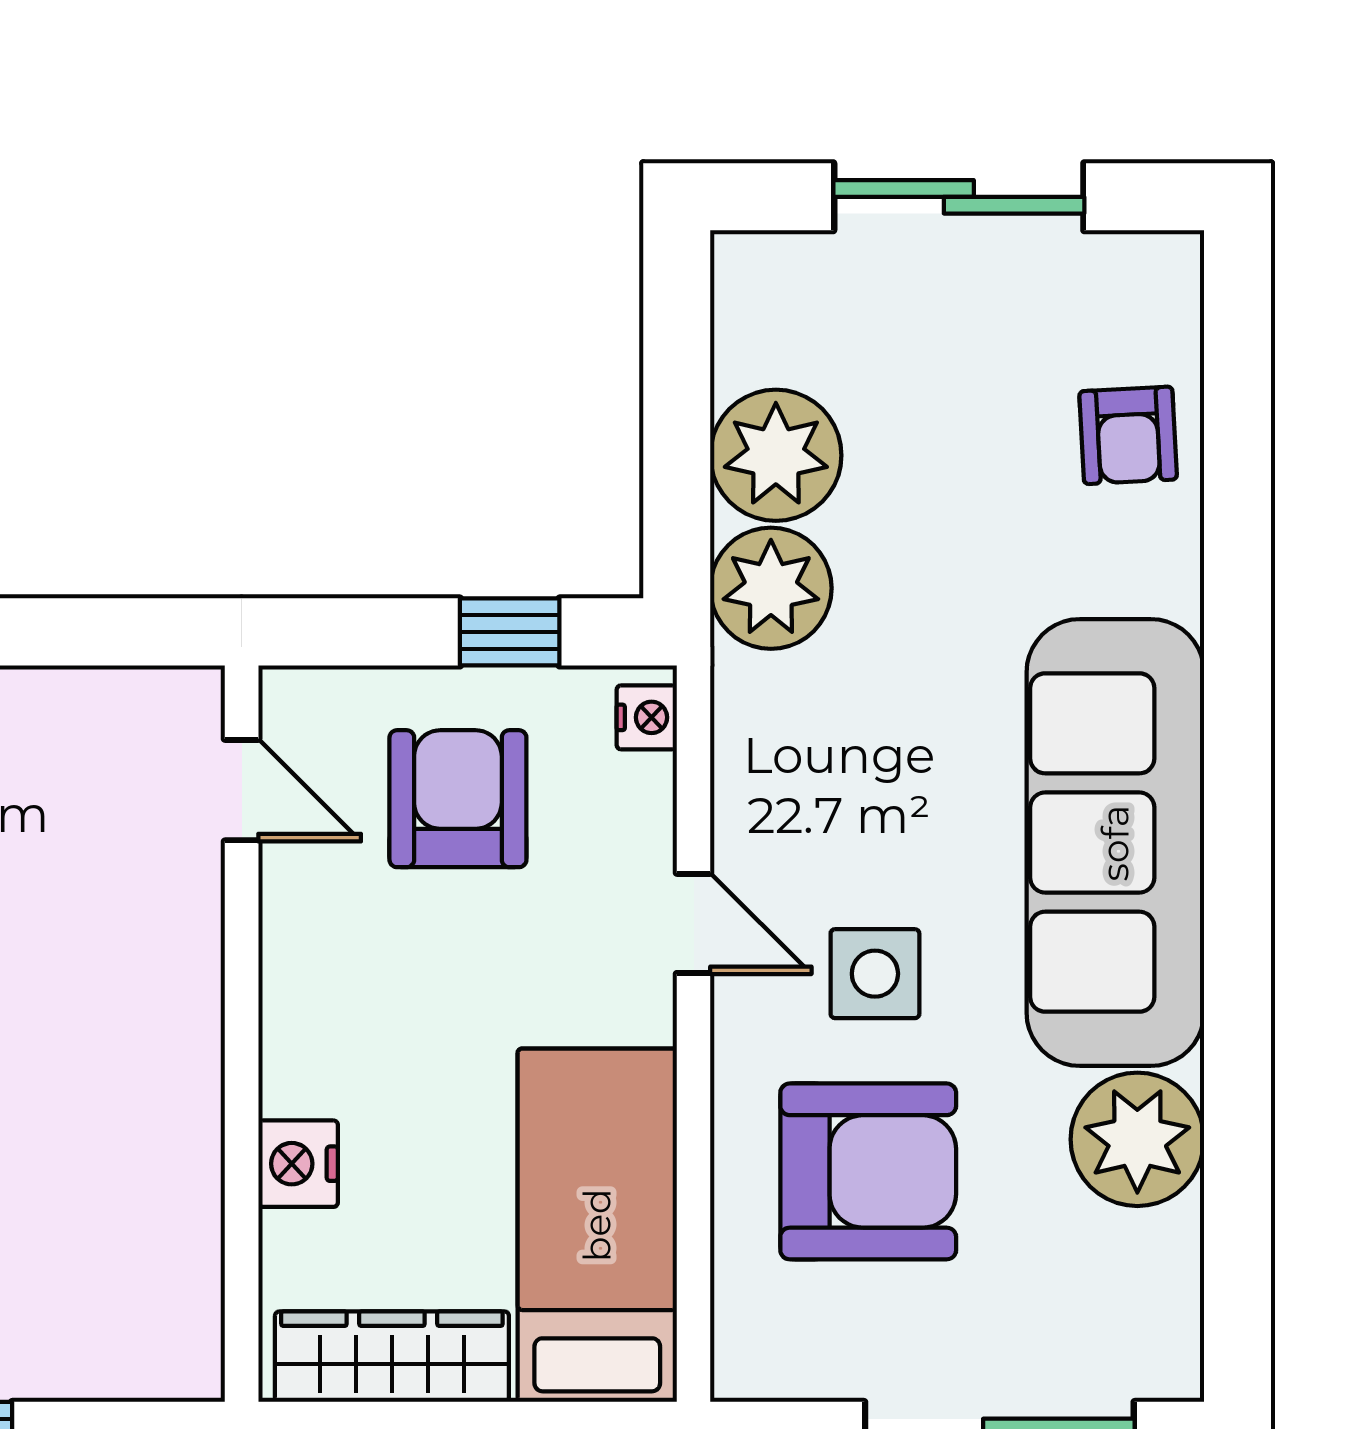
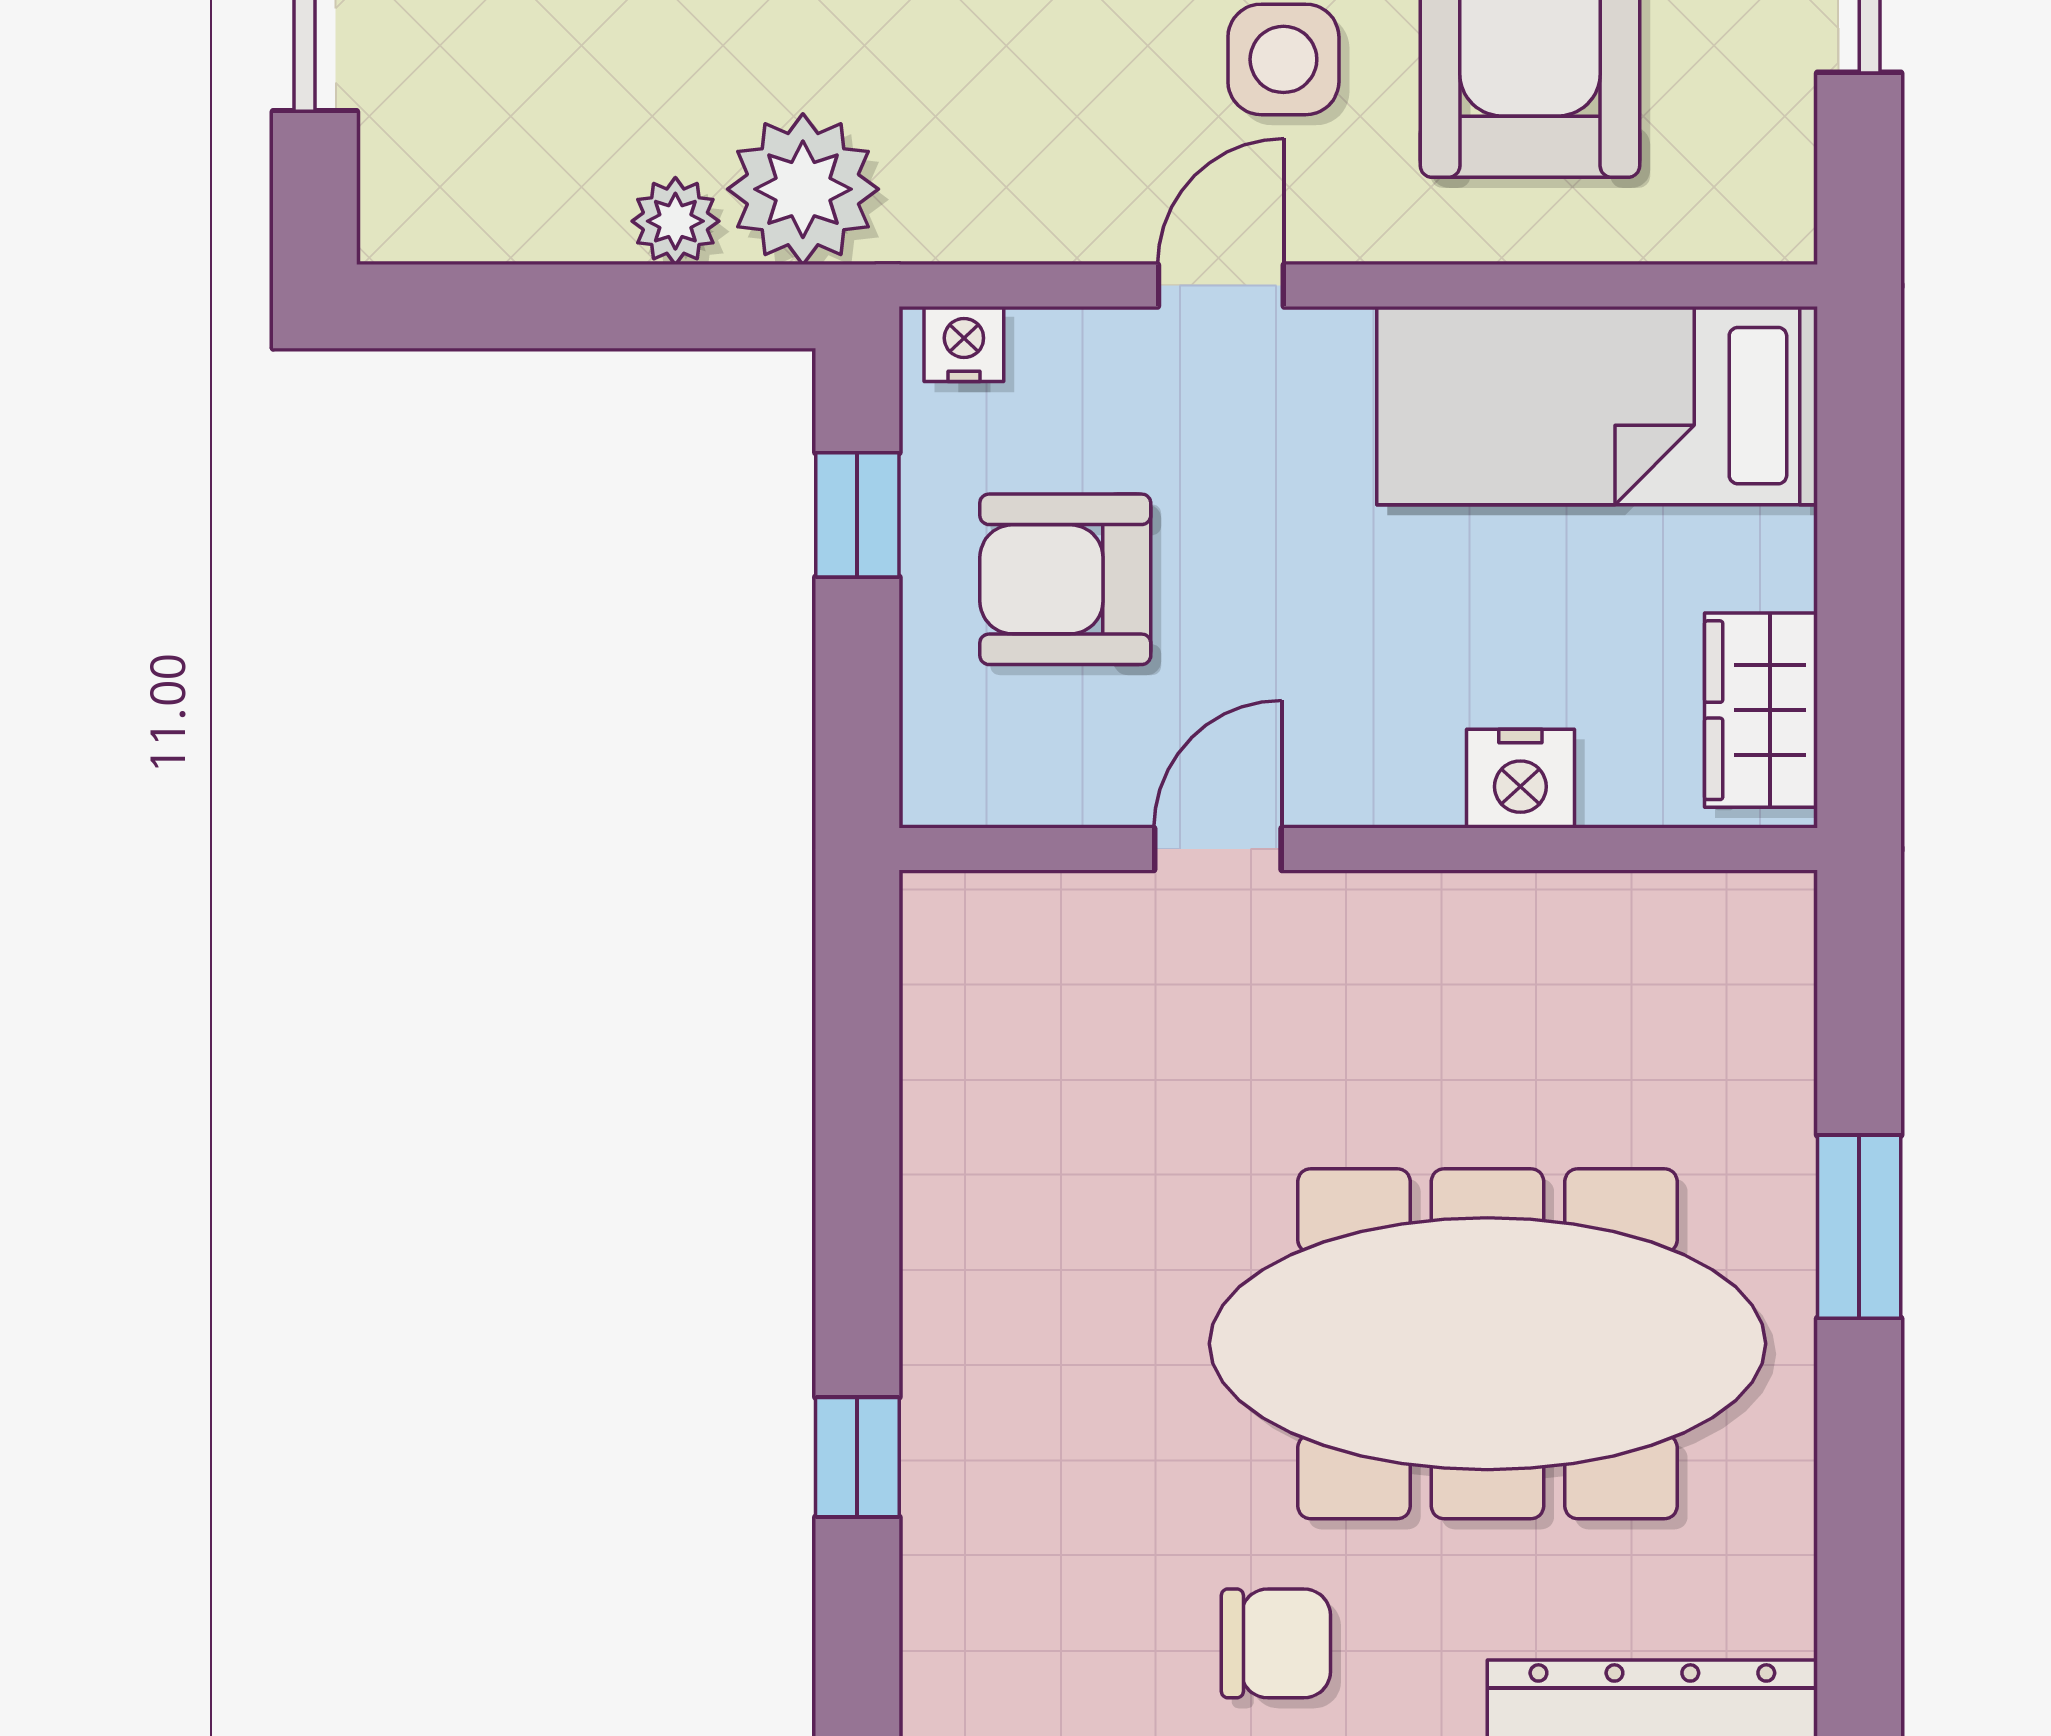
plant: (776, 455) -> (675, 221), width x0.53, depth x0.53
door: (242, 790) -> (1218, 849), moved
wardrobe: (392, 1357) -> (1761, 710), width x0.67

